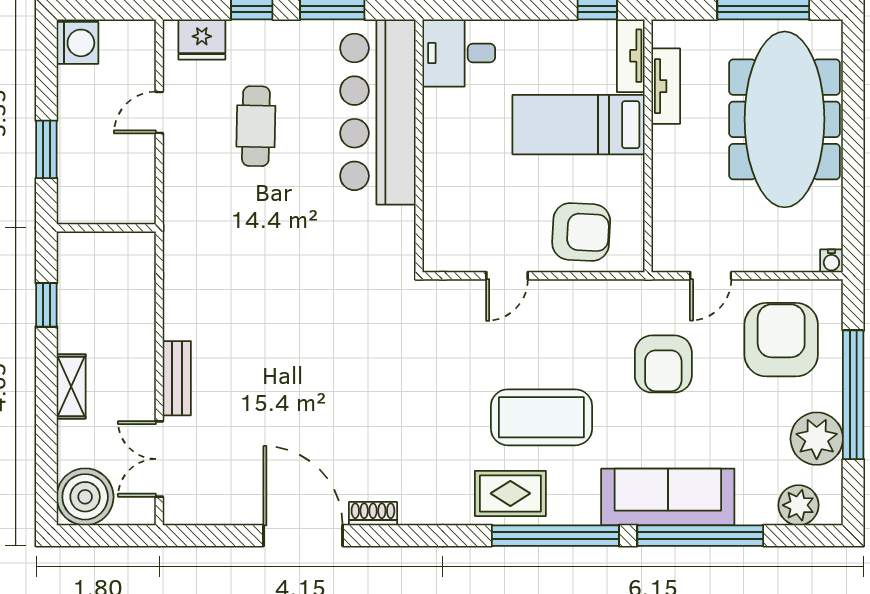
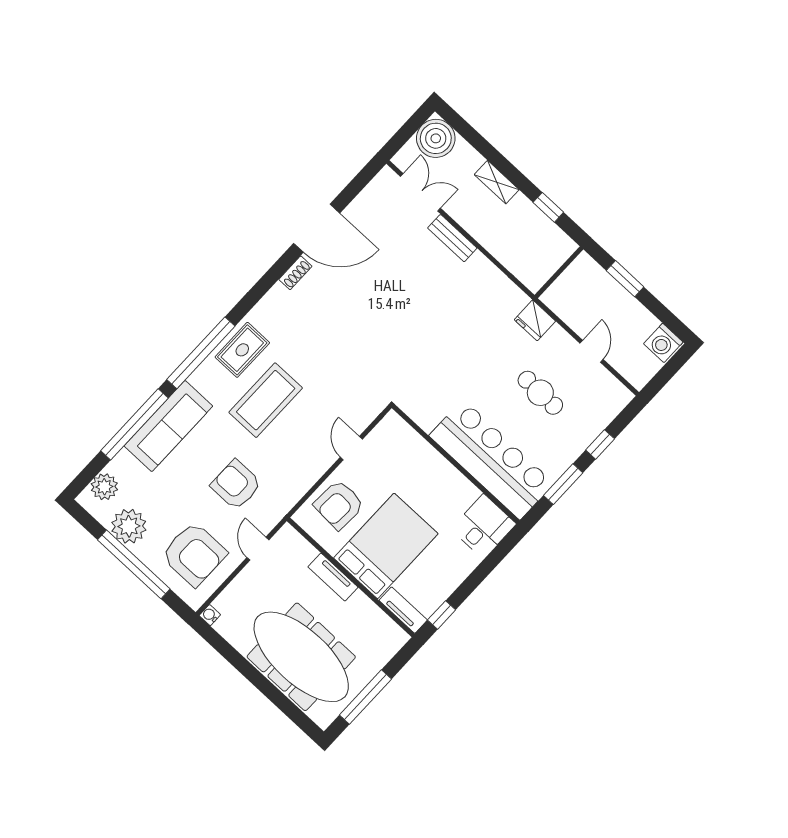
fridge: (202, 39) -> (535, 320), moved, turned -90
tv unit: (666, 86) -> (333, 577), moved
bed: (579, 125) -> (386, 546), width x1.50

